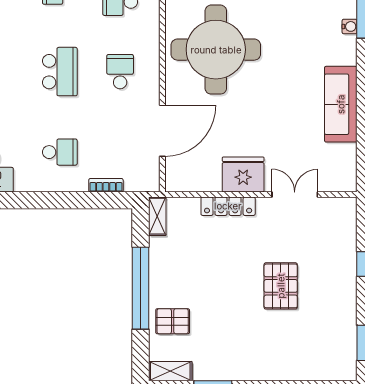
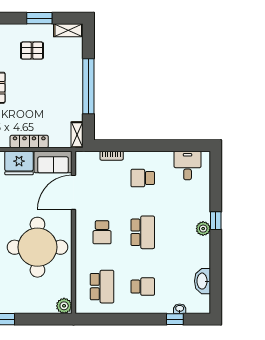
school desk: (60, 72) -> (143, 232), turned 180
sofa: (193, 176) -> (53, 162), added
pallet: (173, 321) -> (32, 51), moved

